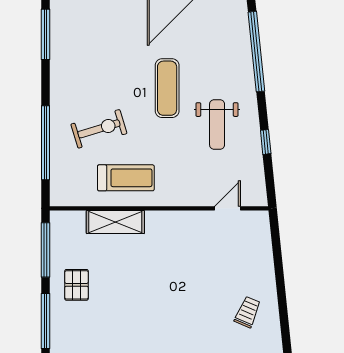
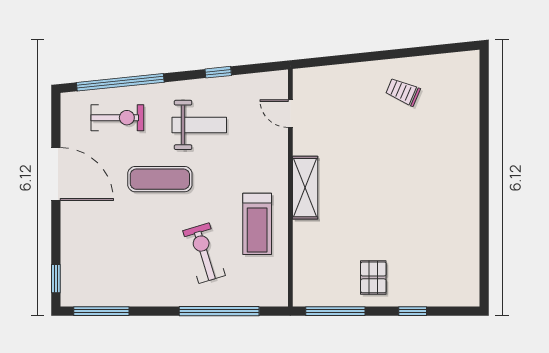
exercise bike: (224, 49) -> (117, 118), added
treadmill: (126, 178) -> (257, 224), turned 180
shelving: (115, 222) -> (305, 188), moved
pallet: (77, 285) -> (373, 277), turned 90
window: (46, 321) -> (413, 311), width x0.46

